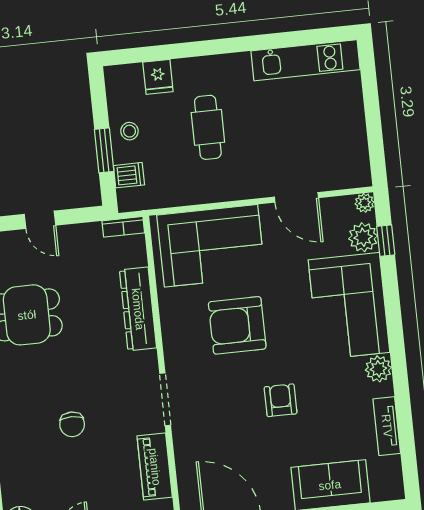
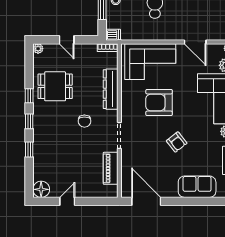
dishwasher: (129, 175) -> (113, 35), moved
armchair: (281, 400) -> (177, 142), turned 142
chair: (72, 424) -> (84, 121), moved

